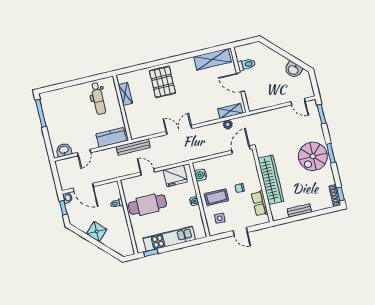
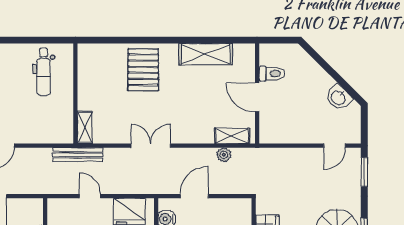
shelving: (213, 59) -> (206, 54), moved
shelving: (125, 94) -> (85, 127), moved
door: (298, 102) -> (334, 146), hinge flipped
kitchen counter: (111, 137) -> (49, 133), removed
door: (241, 150) -> (194, 196), moved

